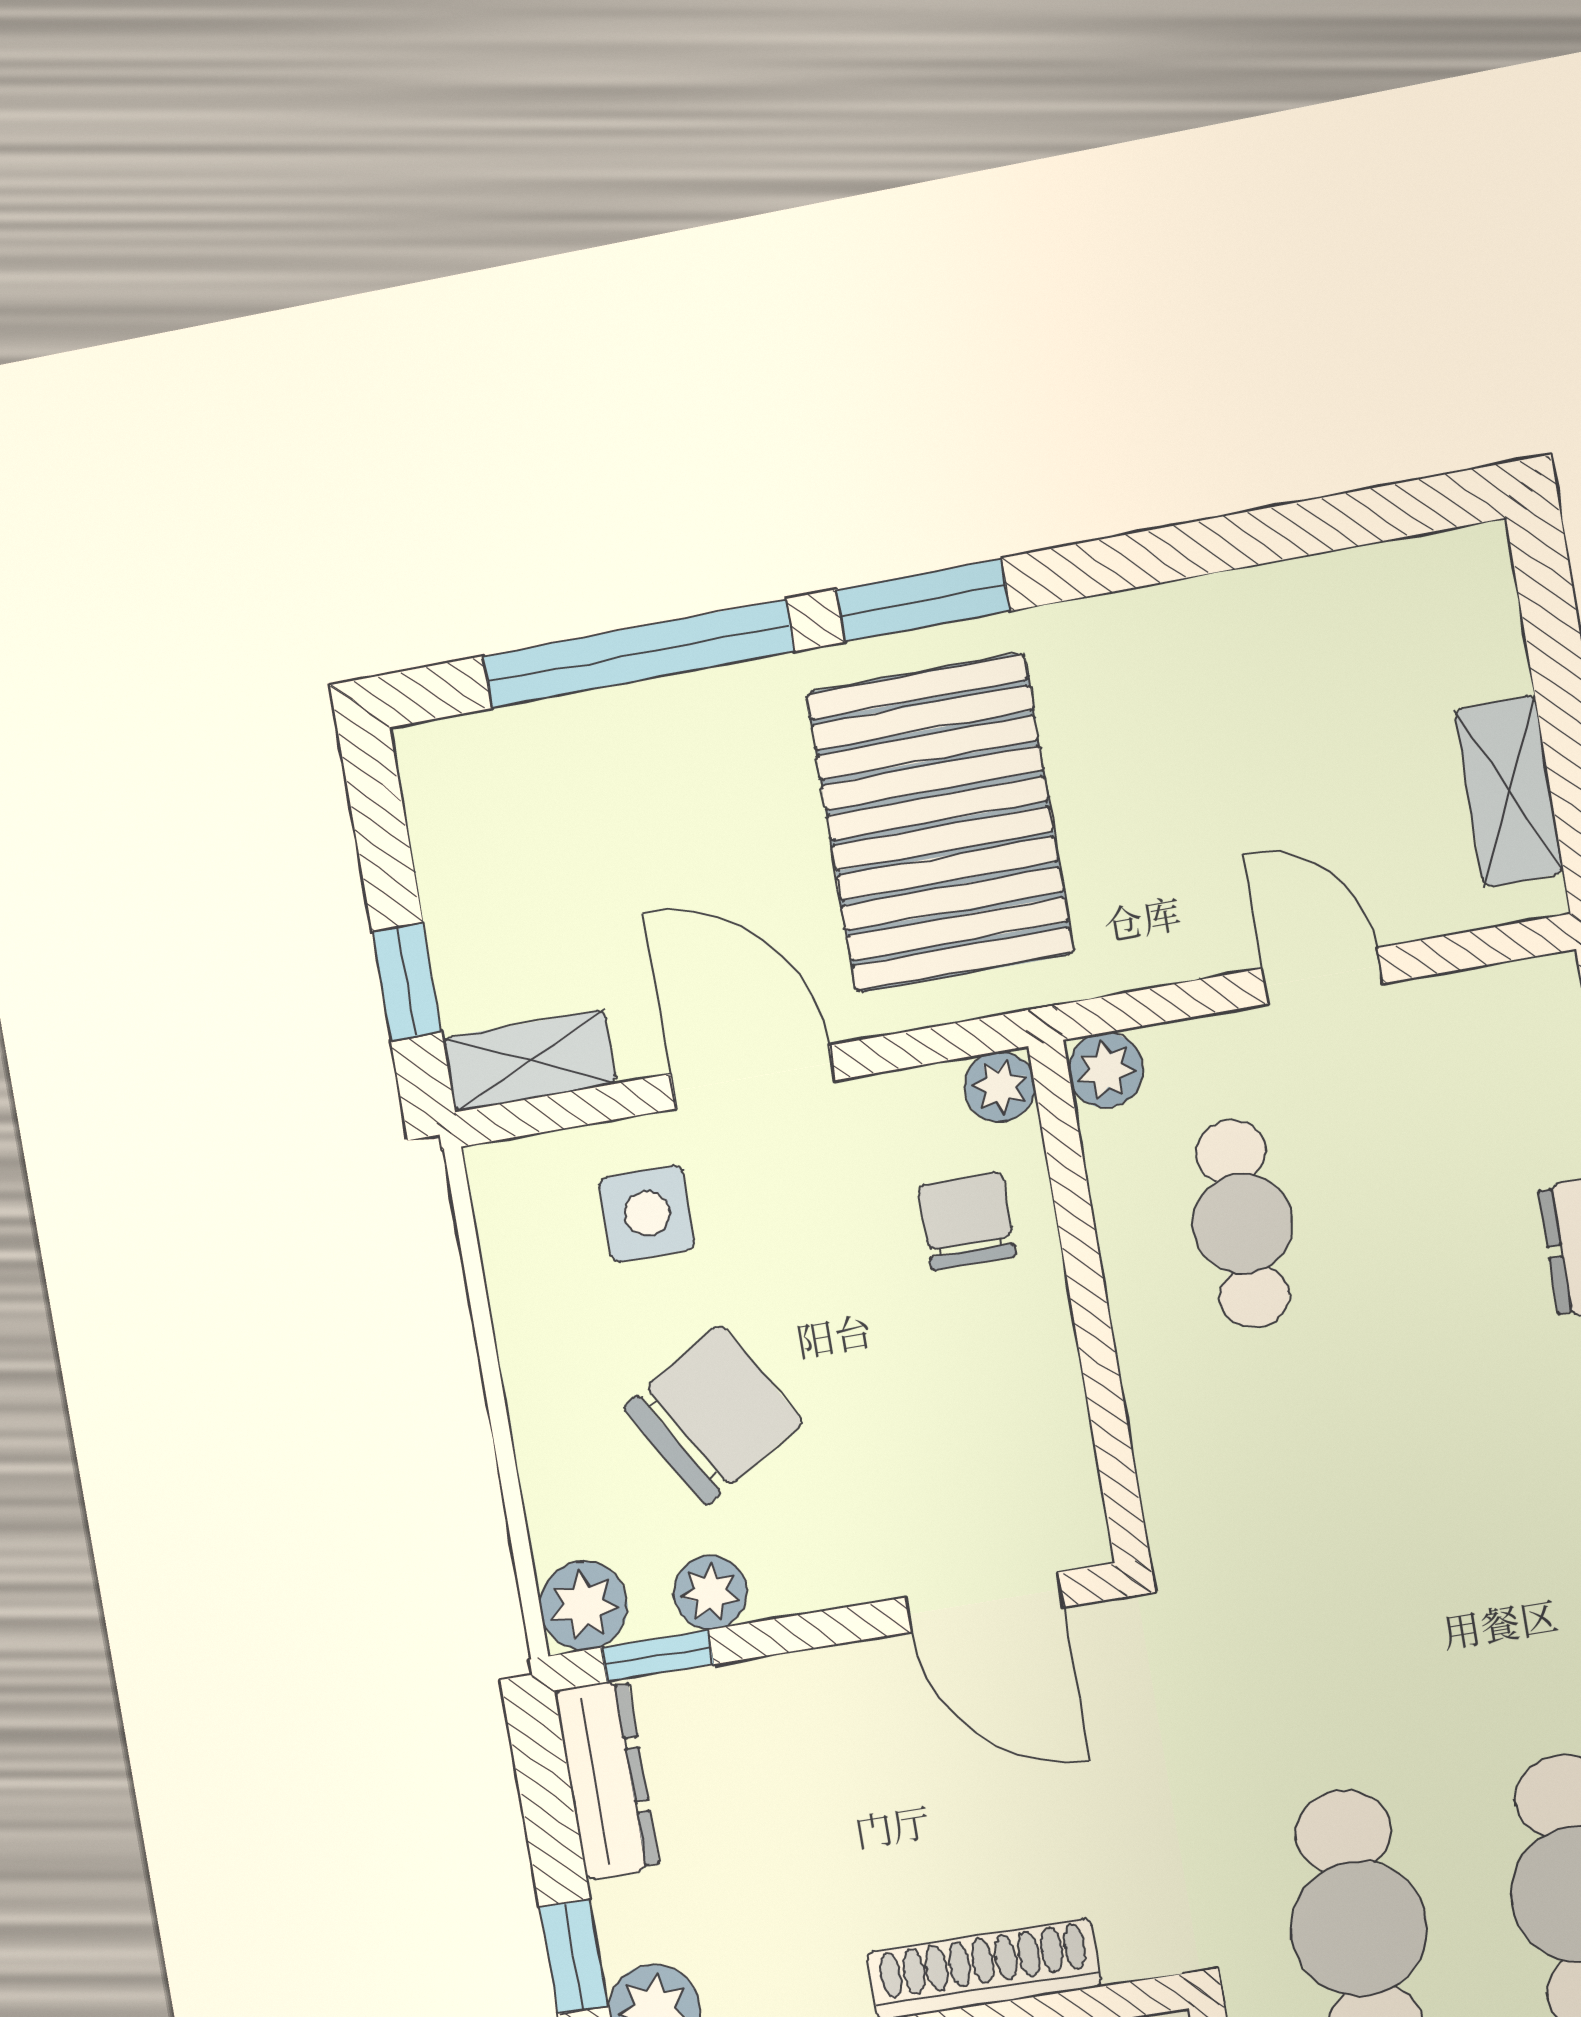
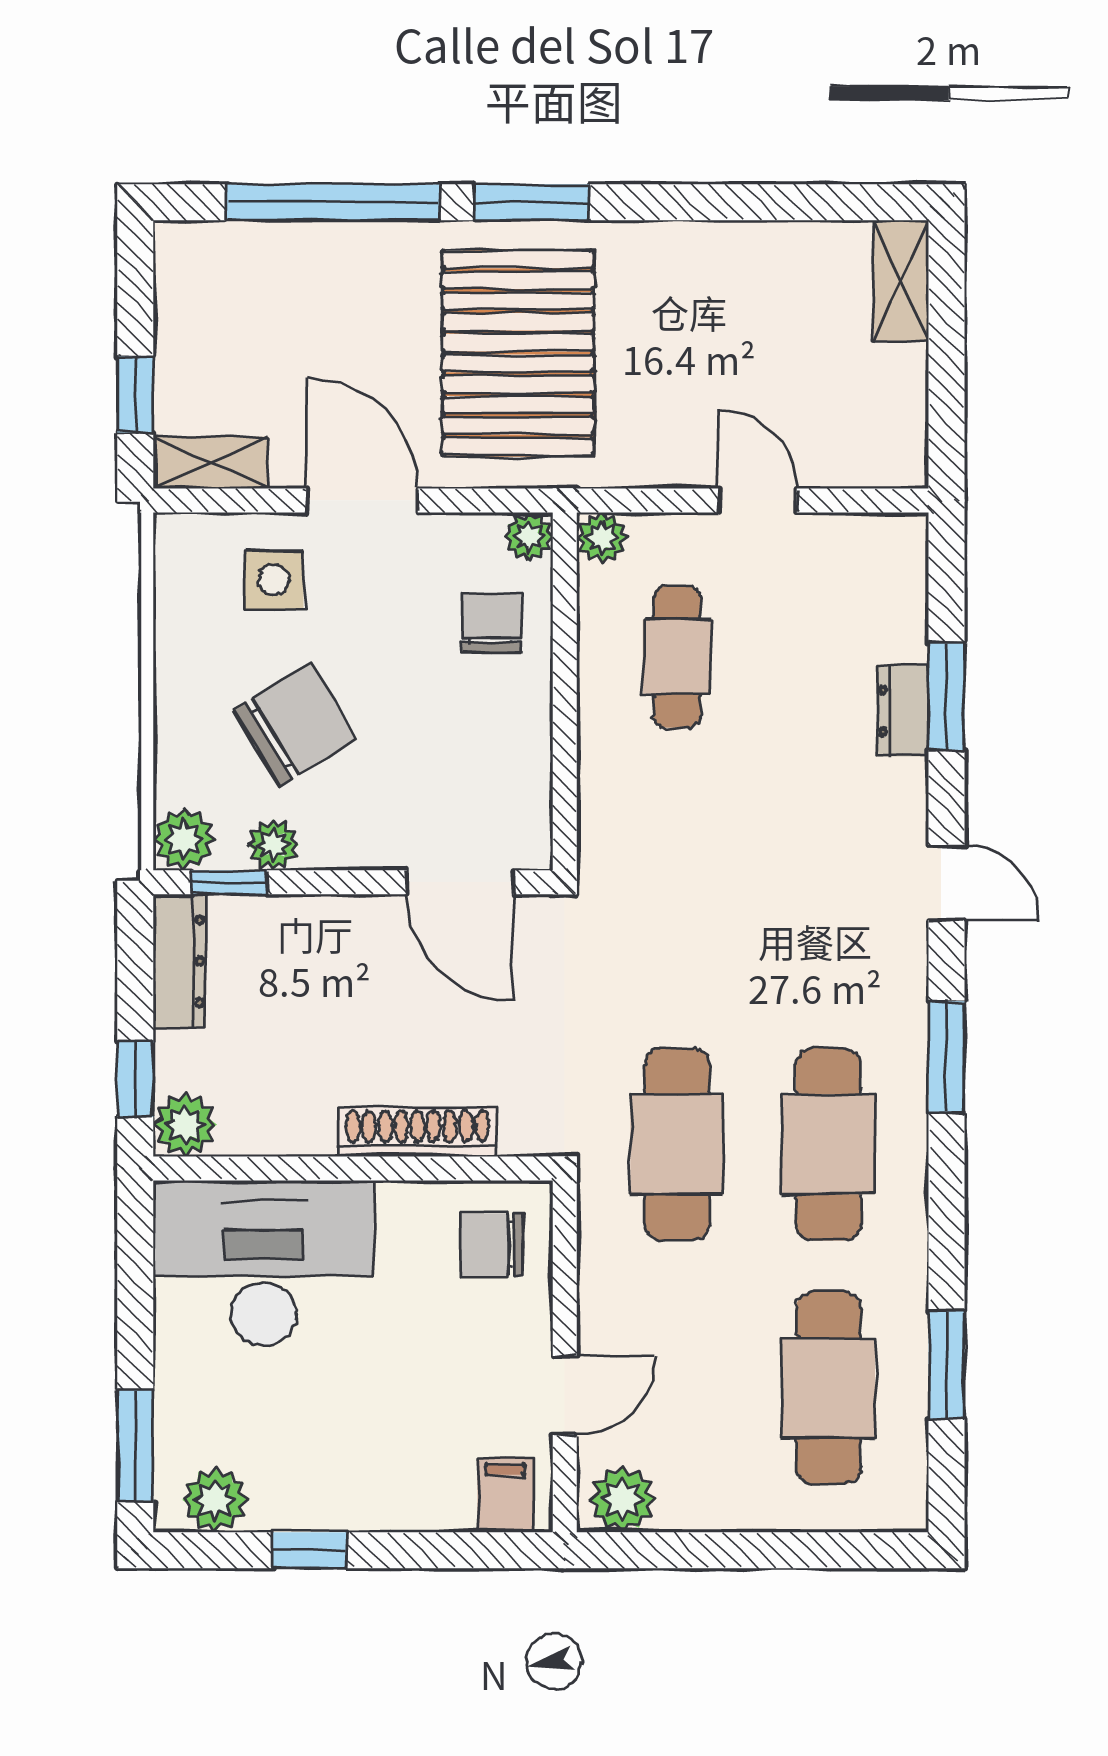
shelving: (1509, 791) -> (901, 281), moved

